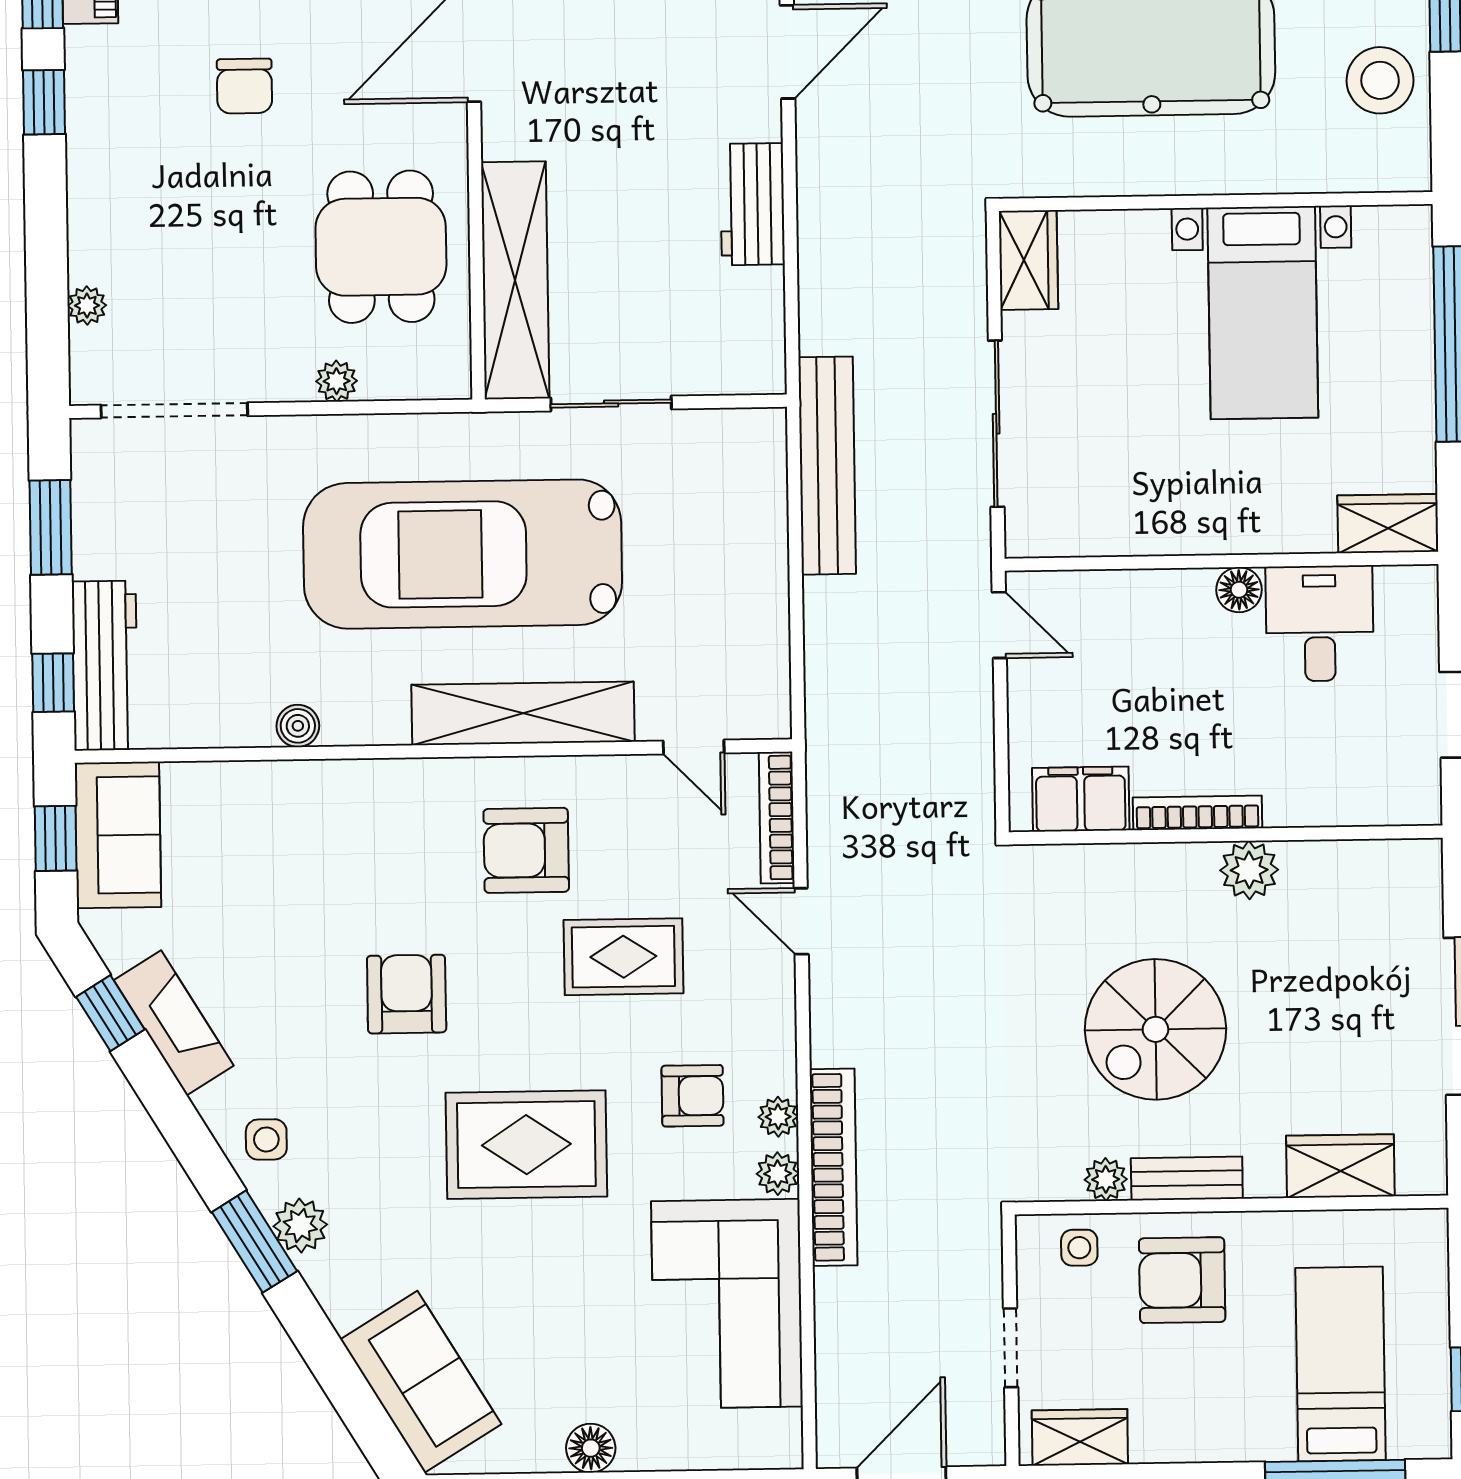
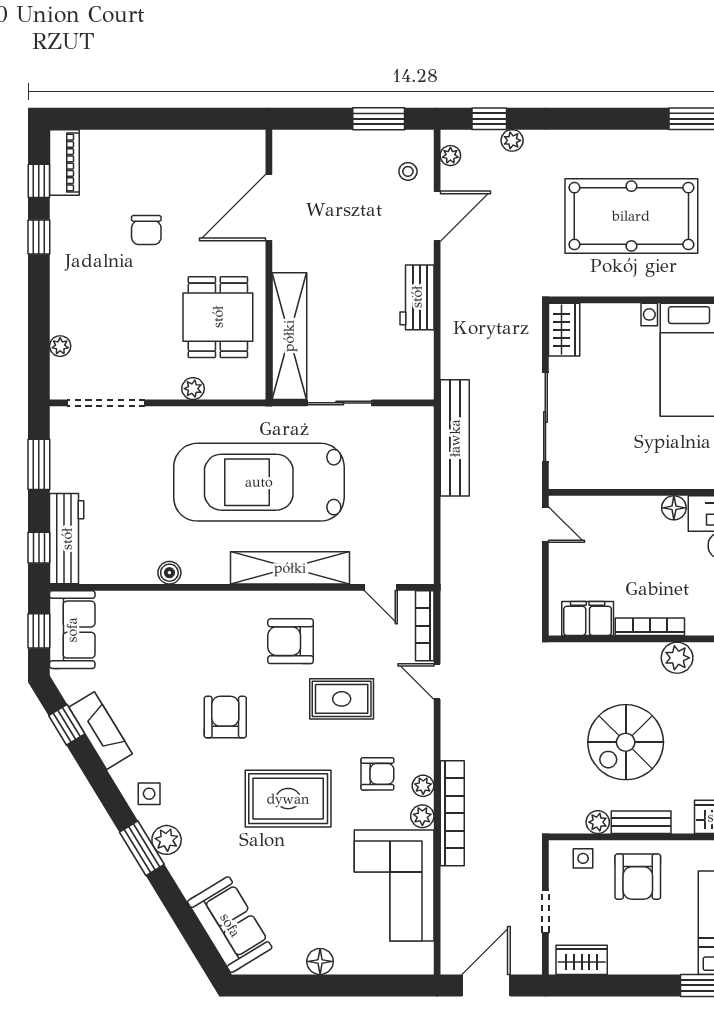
armchair: (1182, 1280) -> (638, 877), turned -90

